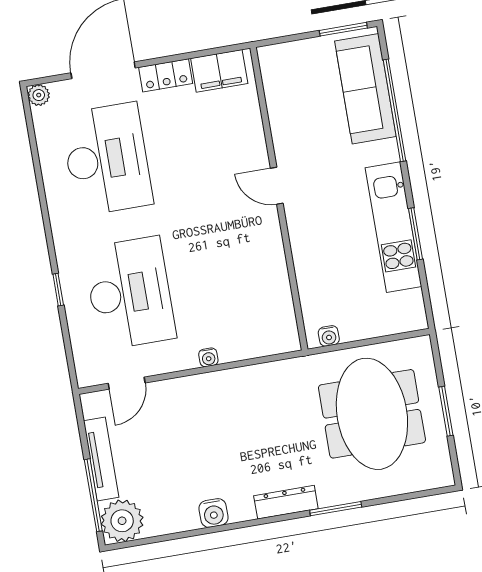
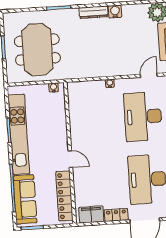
locker: (281, 105) -> (64, 196), added
kitchen unit: (393, 227) -> (19, 134), width x1.36
dresser: (286, 502) -> (93, 12), moved

